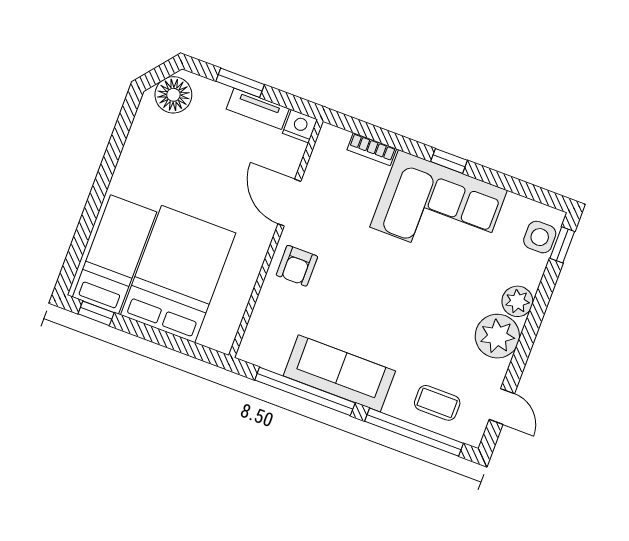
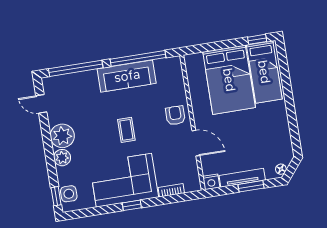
floor lamp: (173, 95) -> (281, 169), width x0.53, depth x0.53
tv unit: (258, 109) -> (242, 178), width x1.41
coffee table: (437, 403) -> (126, 130), moved, turned 90

